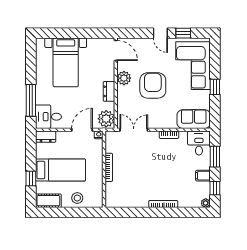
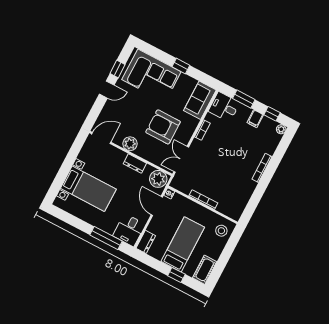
armchair: (153, 85) -> (163, 127), moved
stool: (77, 198) -> (221, 231), moved

